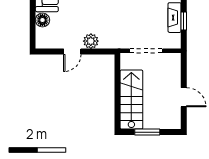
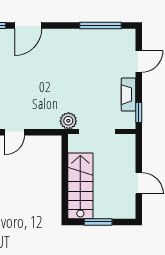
window: (184, 21) -> (139, 113), moved
plant: (91, 41) -> (68, 121), moved

